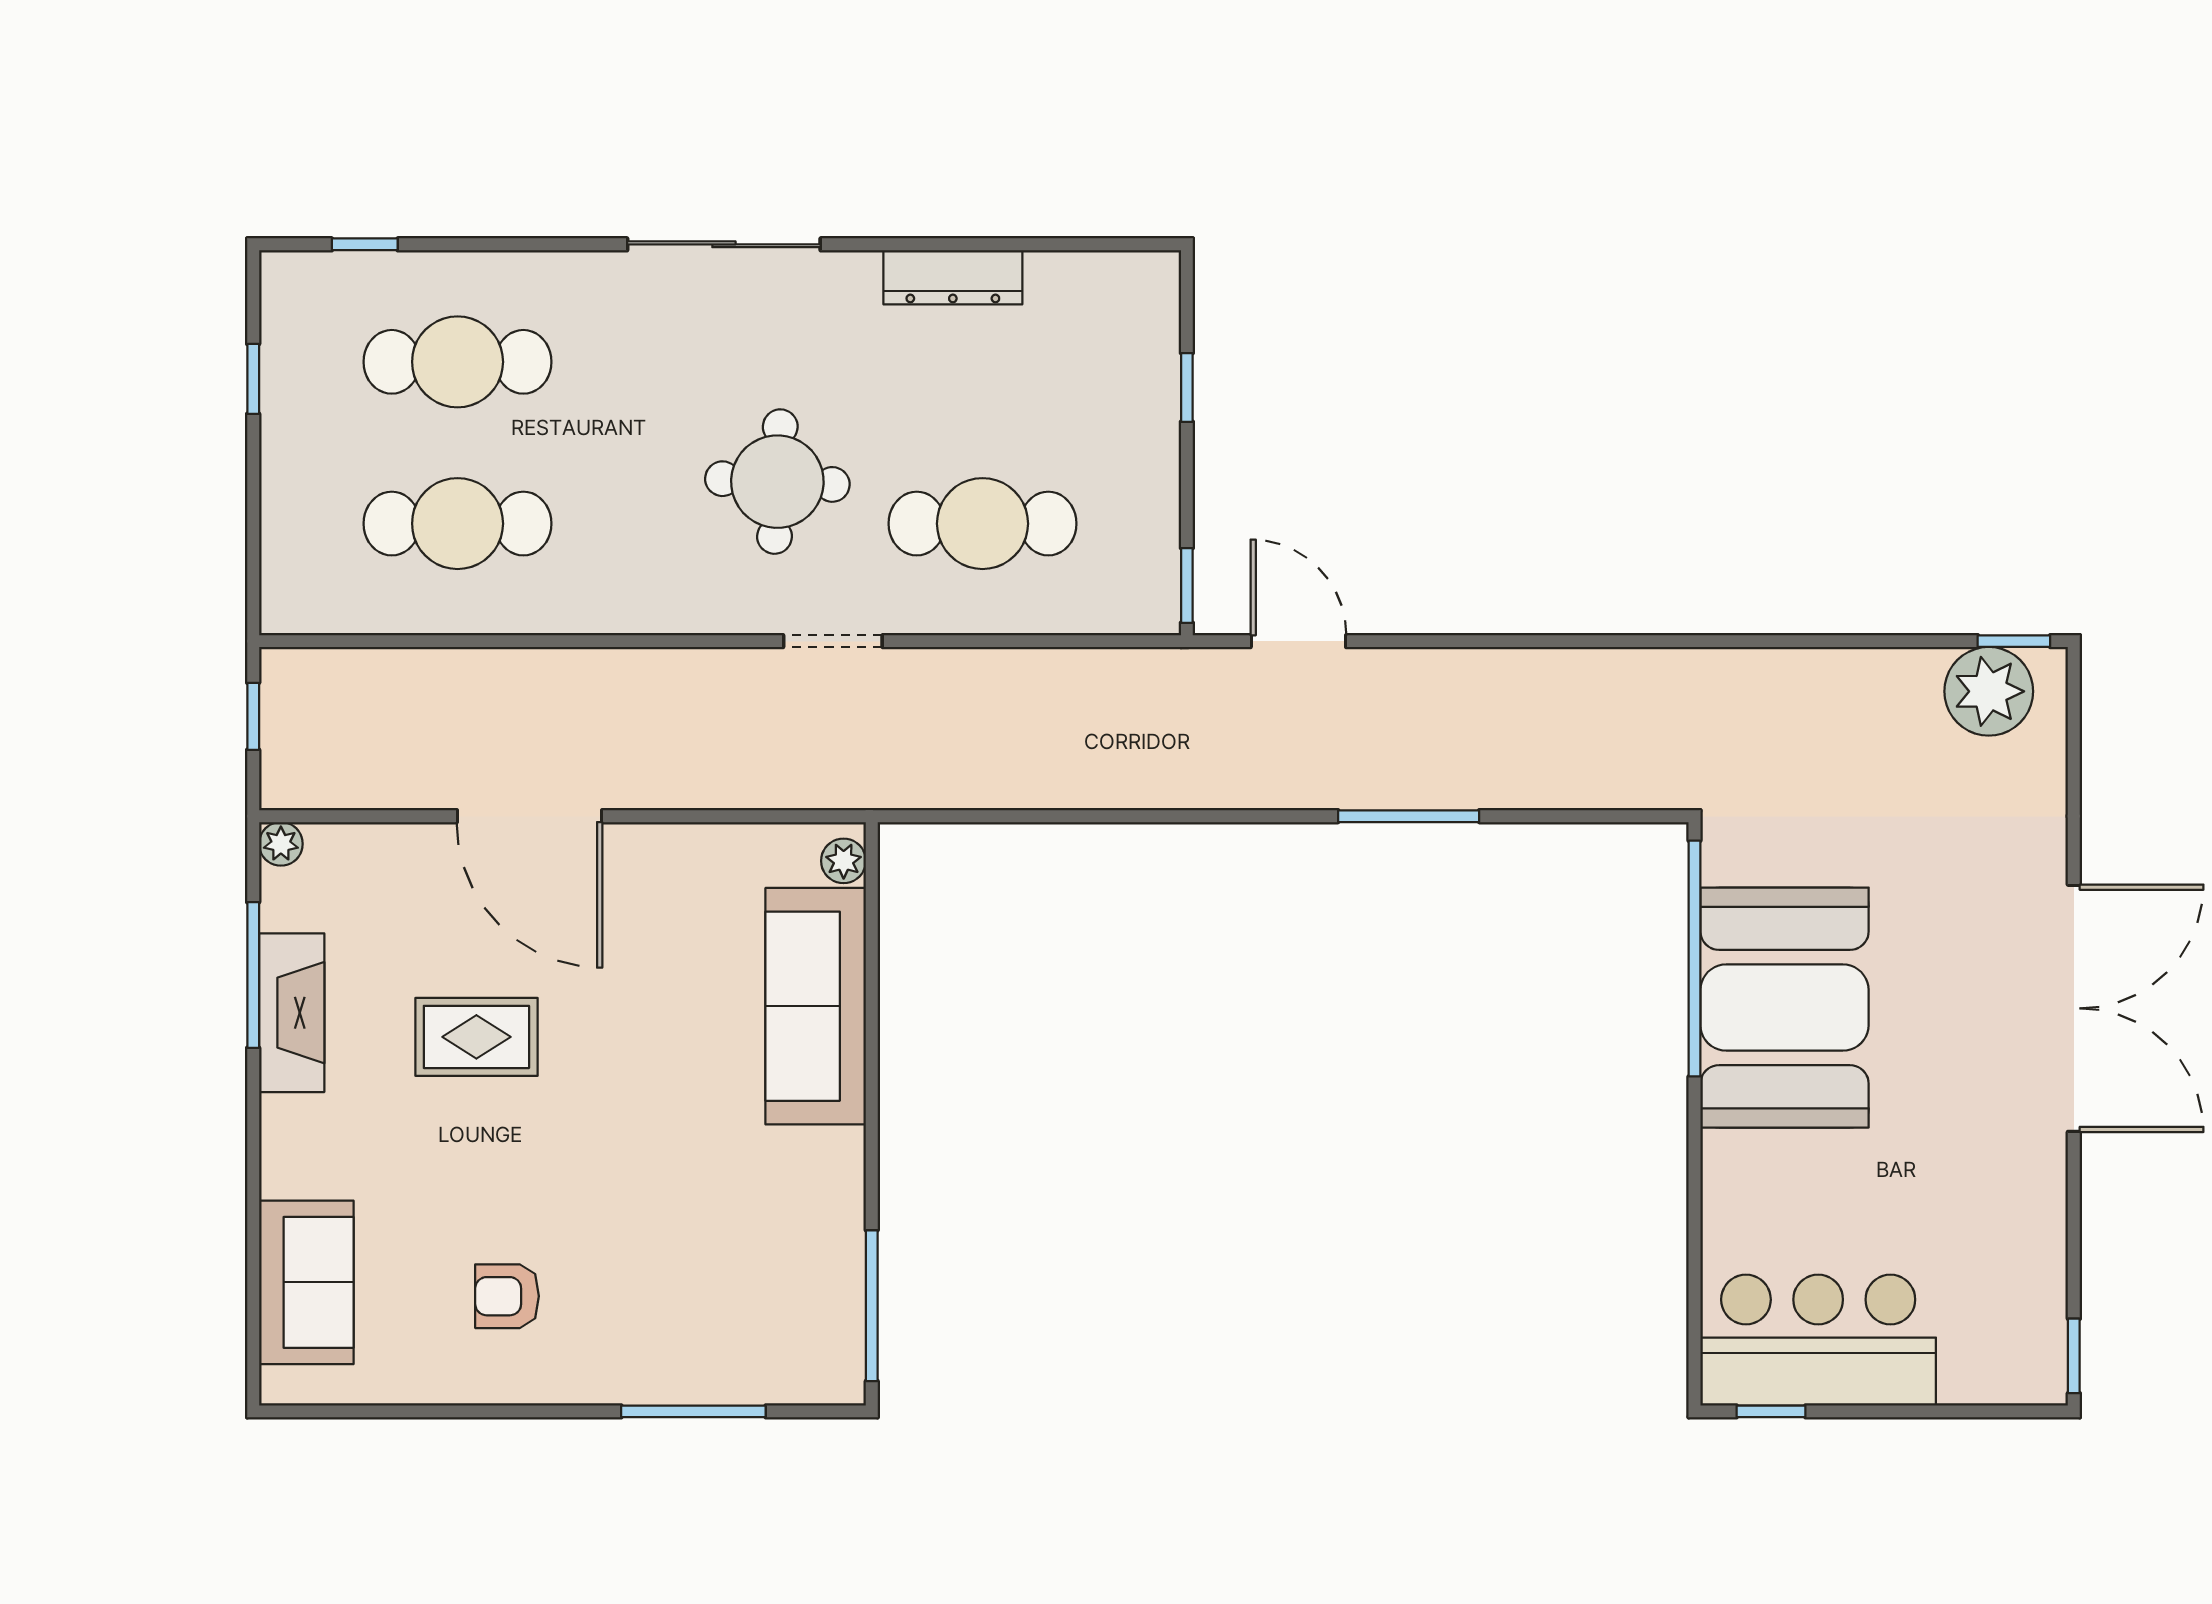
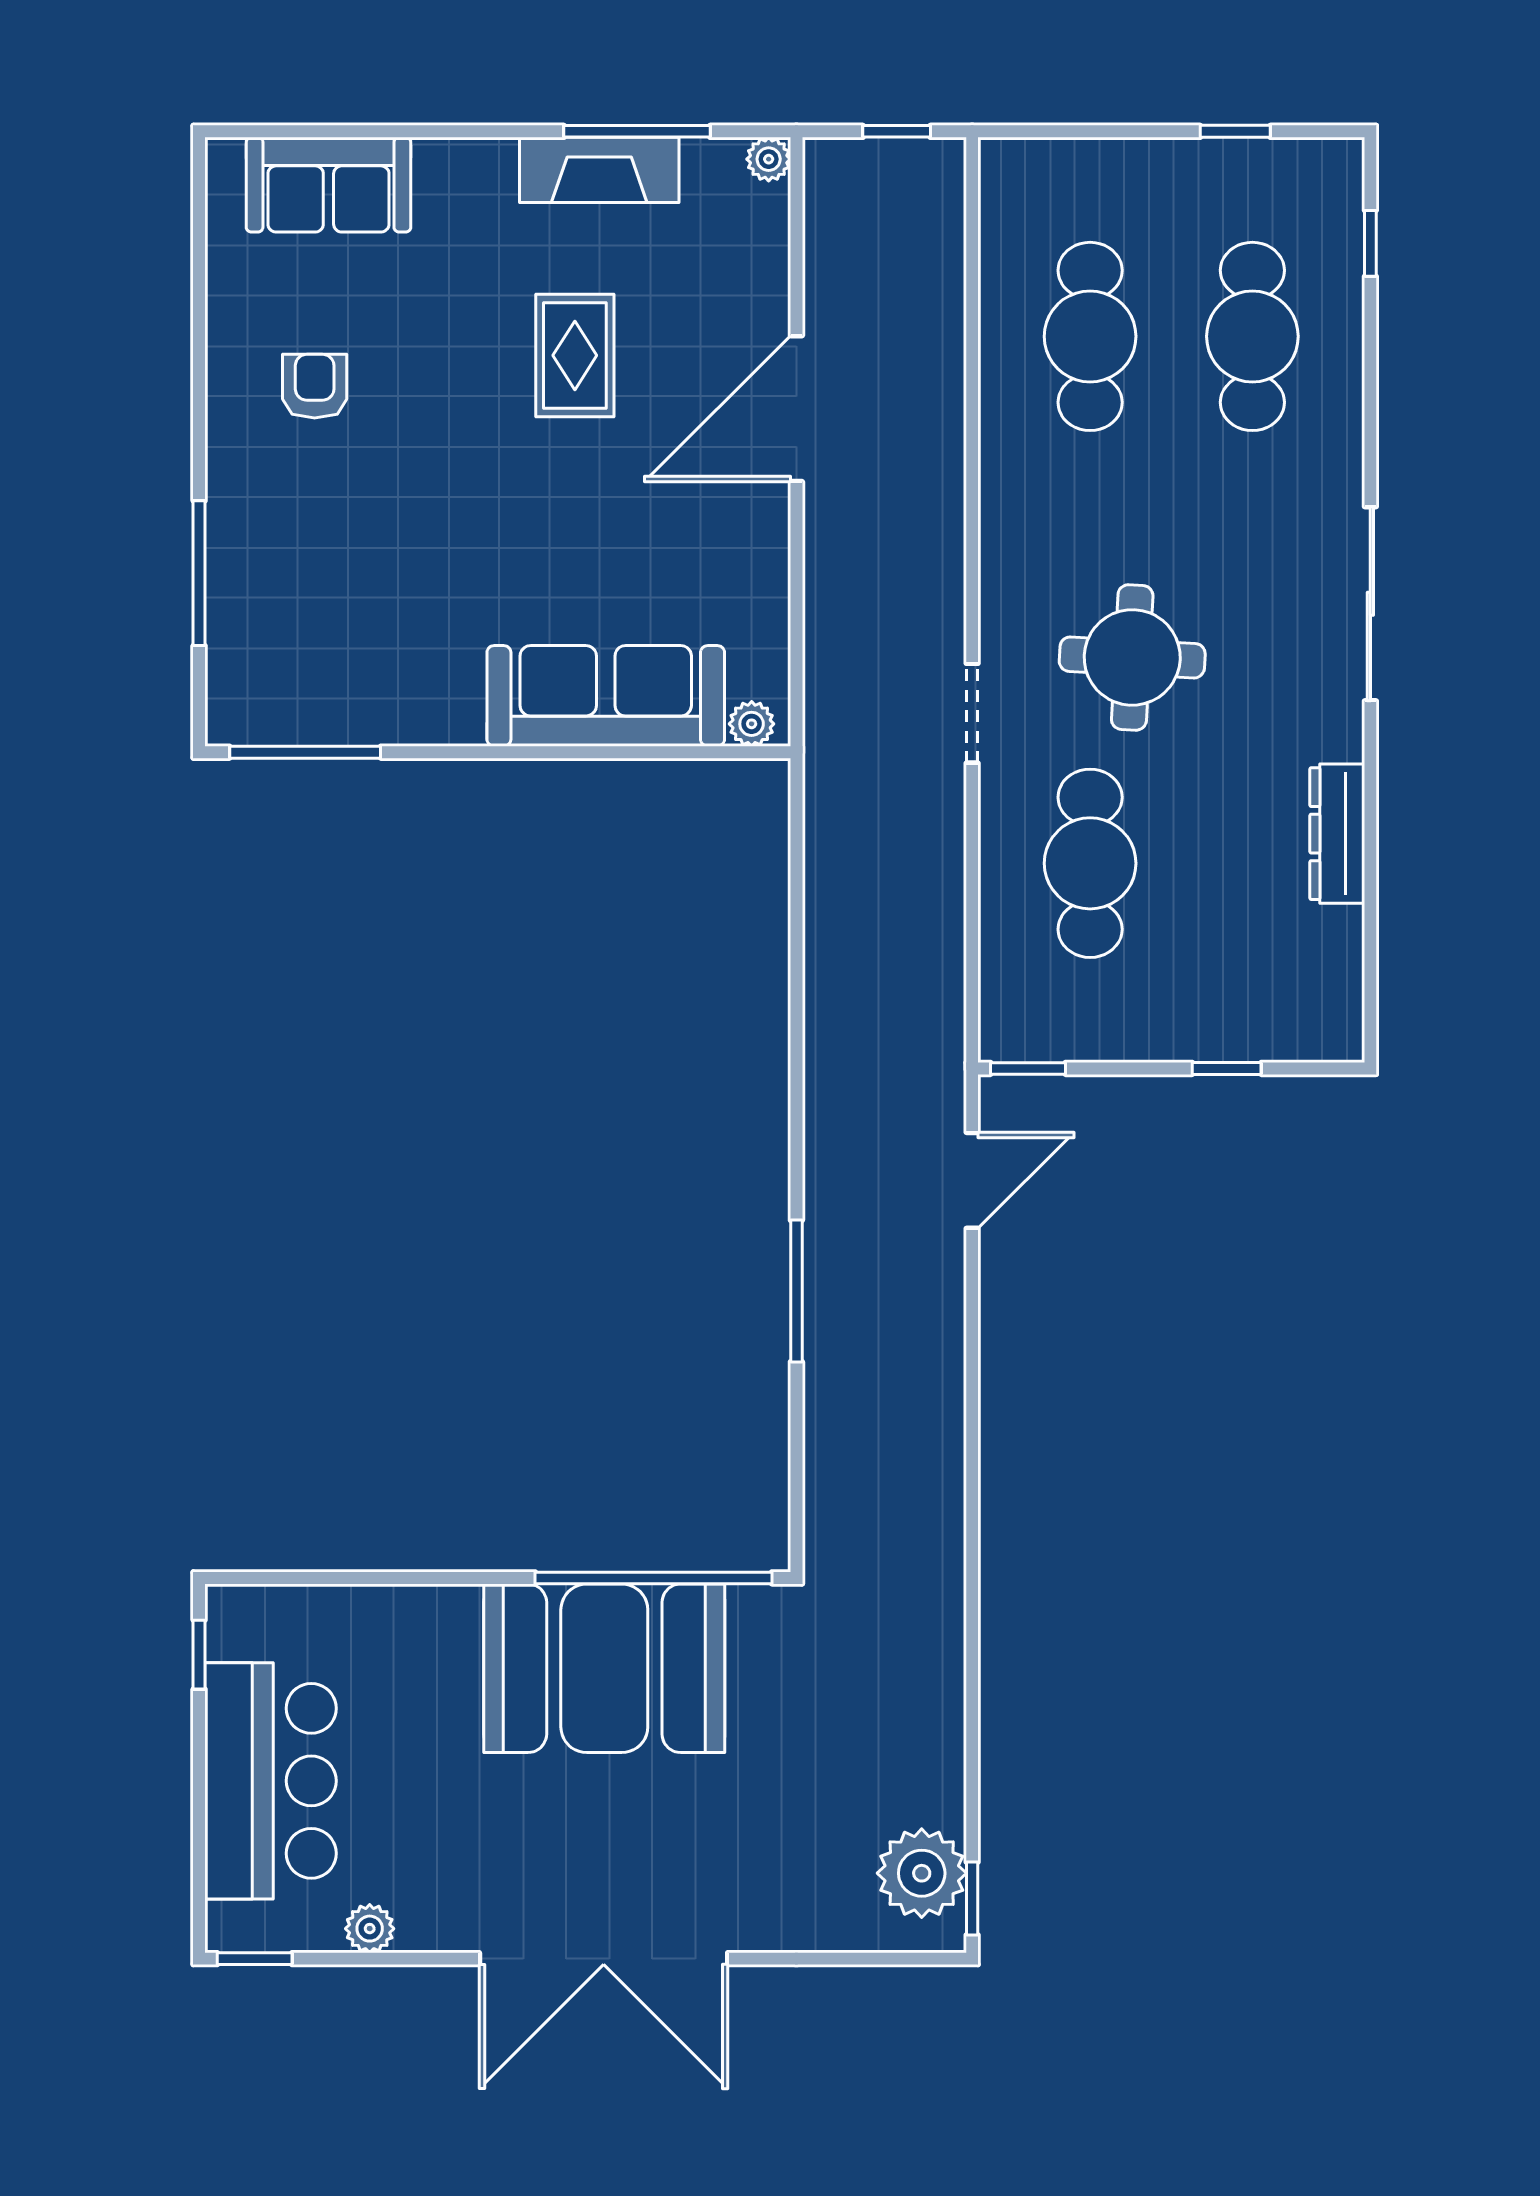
plant: (2044, 1241) -> (370, 1929), added
bar counter: (1818, 1340) -> (271, 1781), moved

